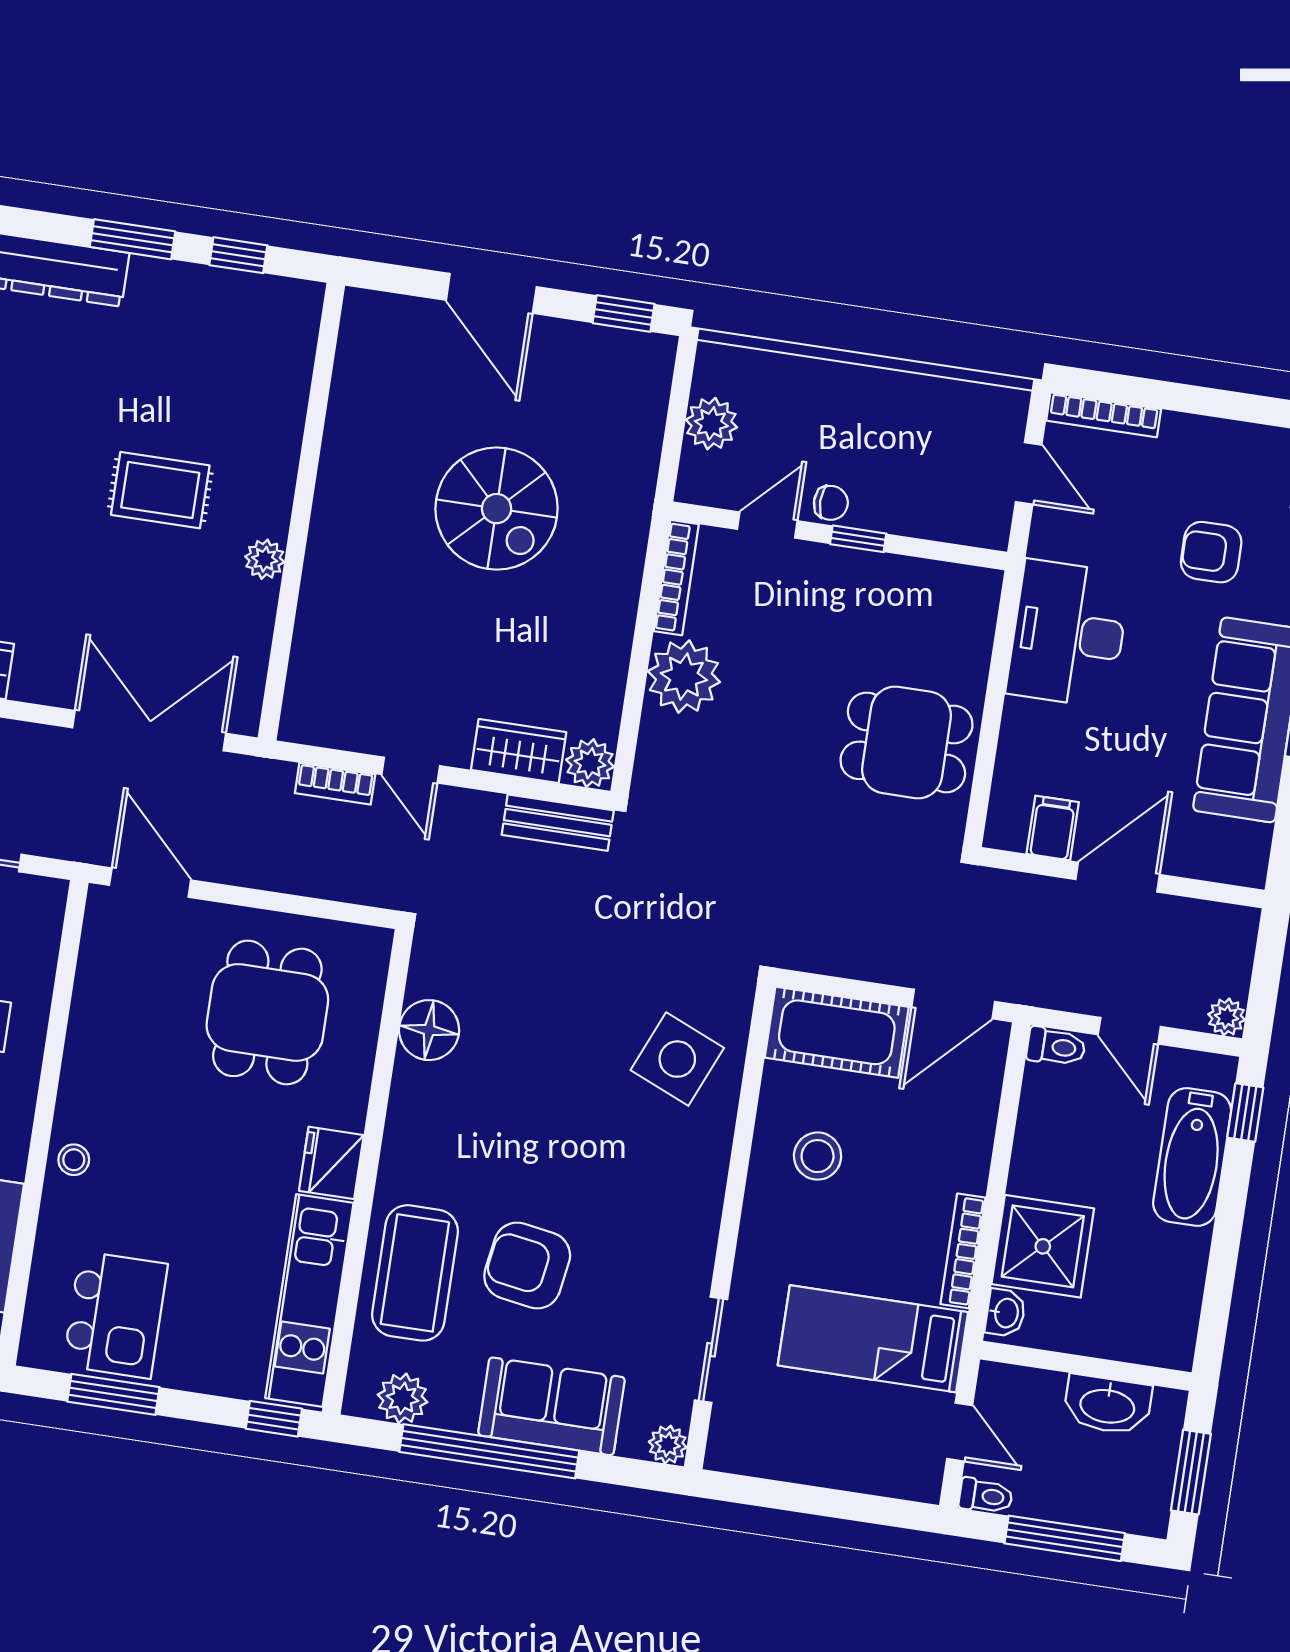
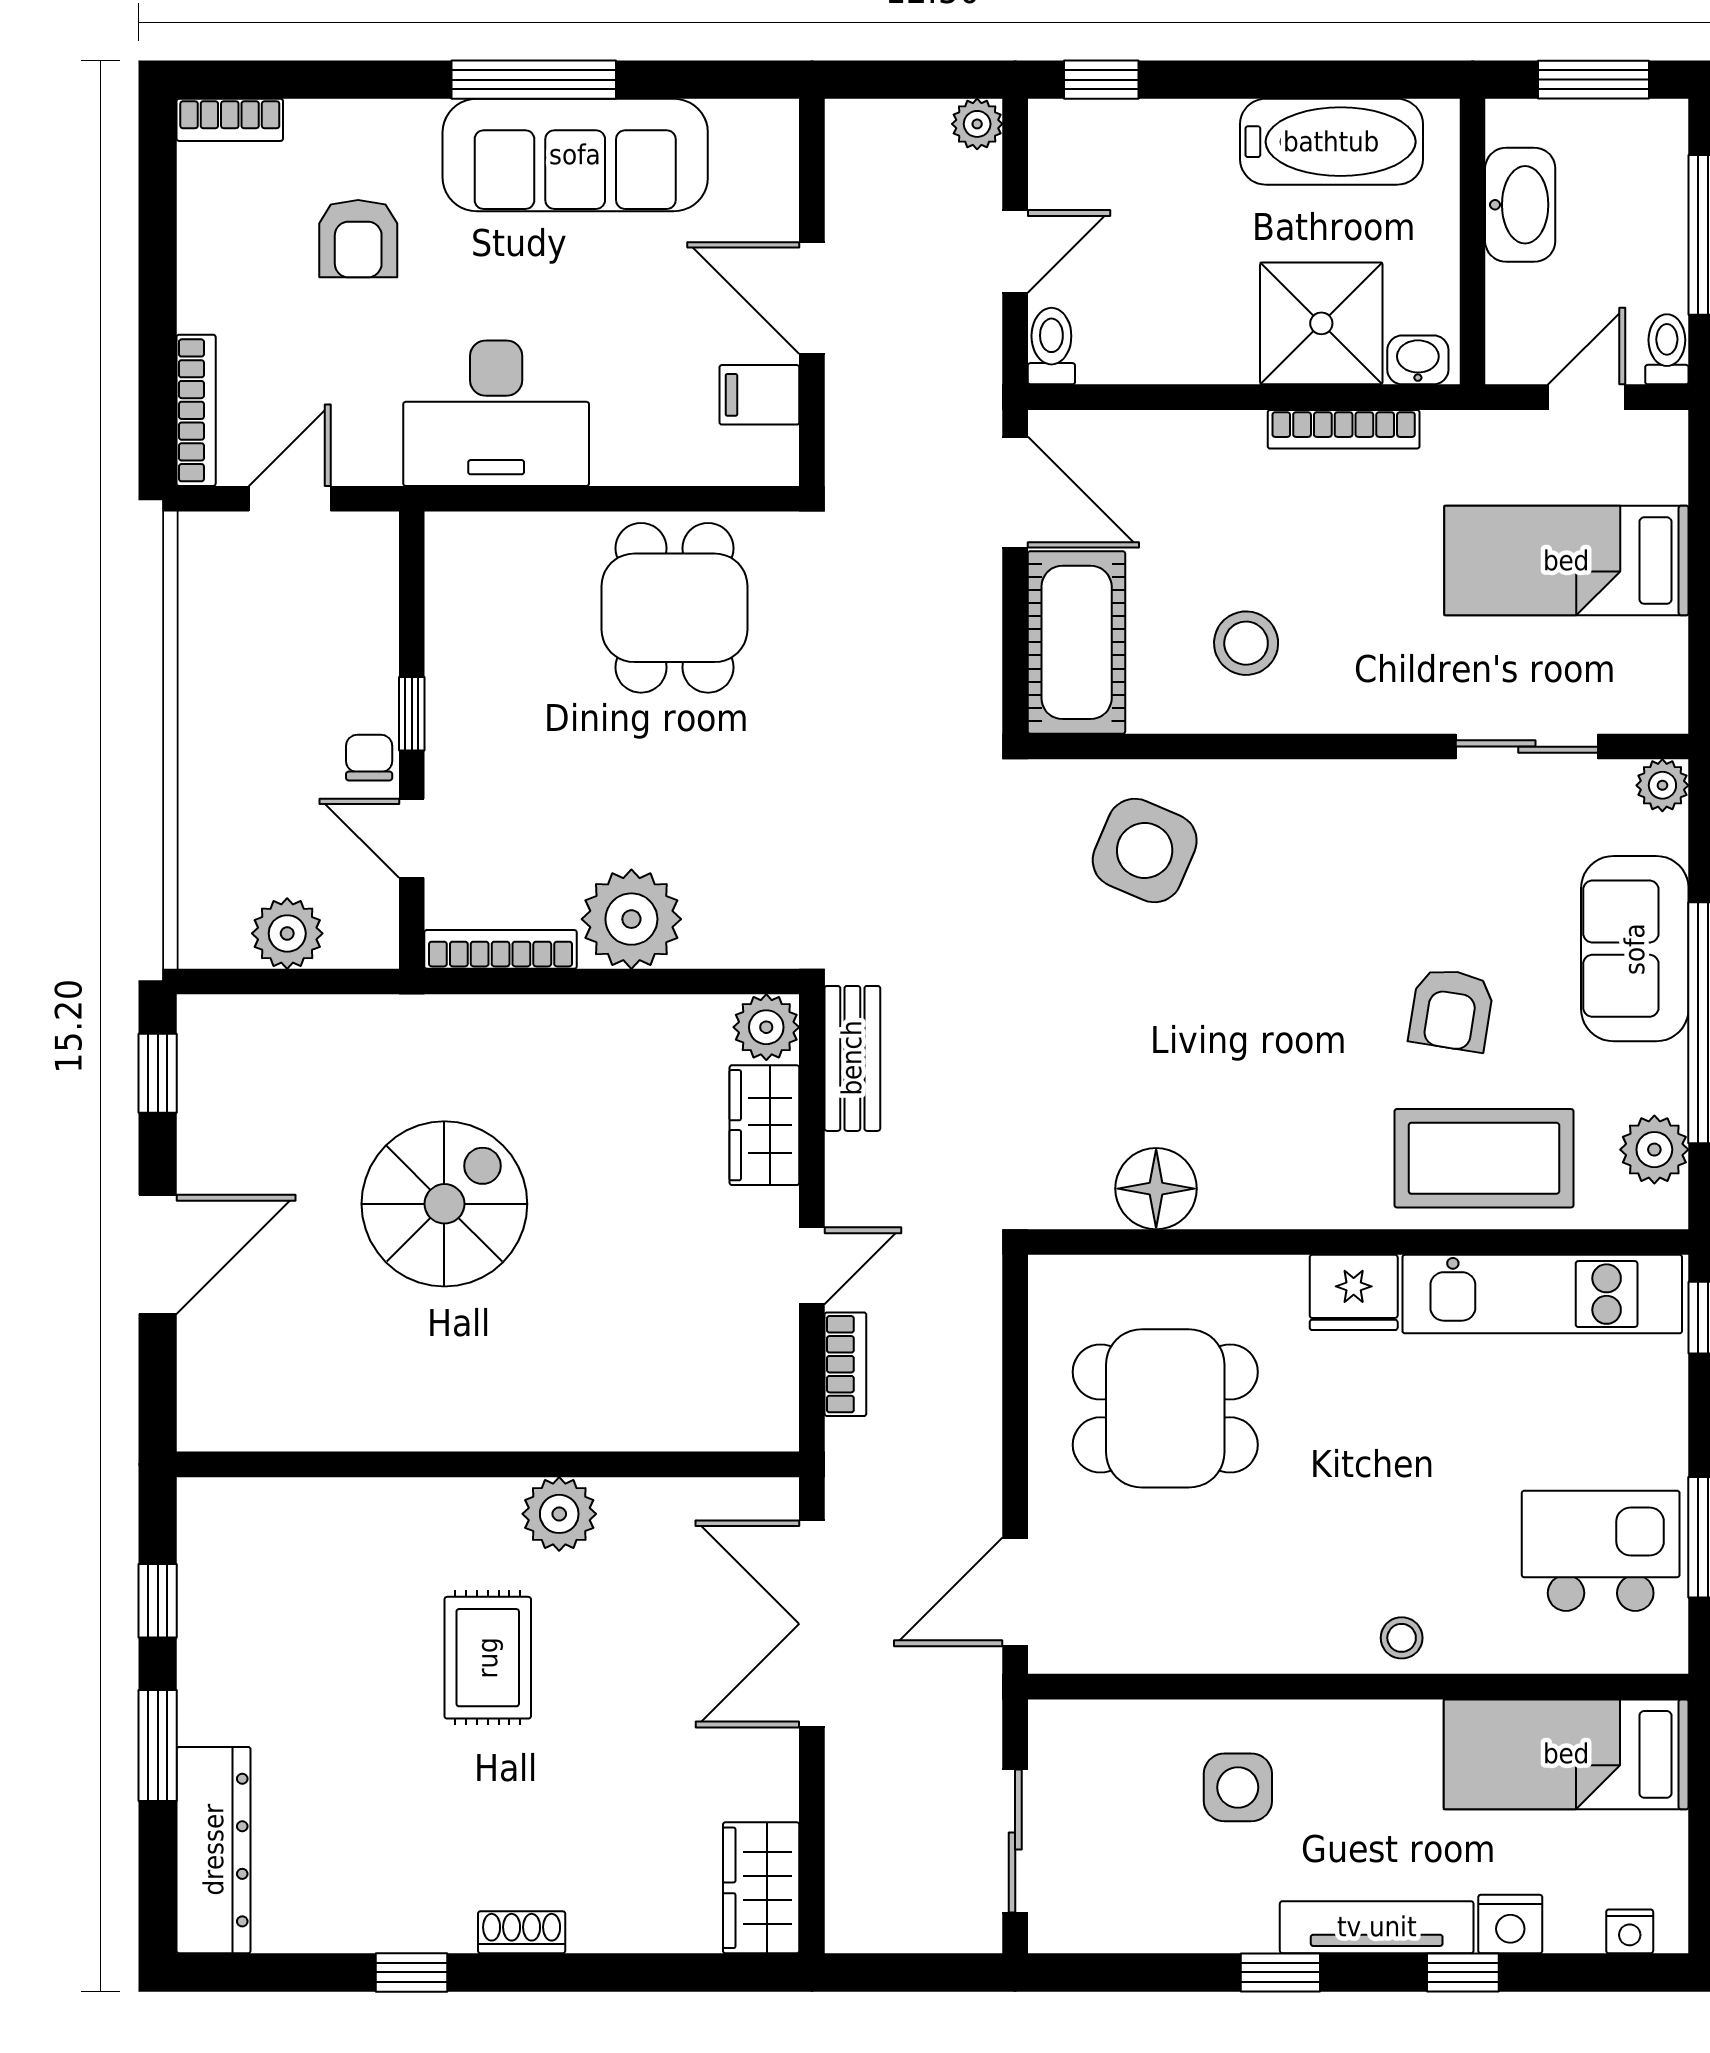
plant: (265, 559) -> (559, 1514), width x1.38, depth x1.38
bathtub: (1192, 1157) -> (1331, 142), moved
armchair: (527, 1266) -> (1451, 1010), width x0.72, depth x0.72
bed: (873, 1339) -> (1566, 561), moved, turned 90

